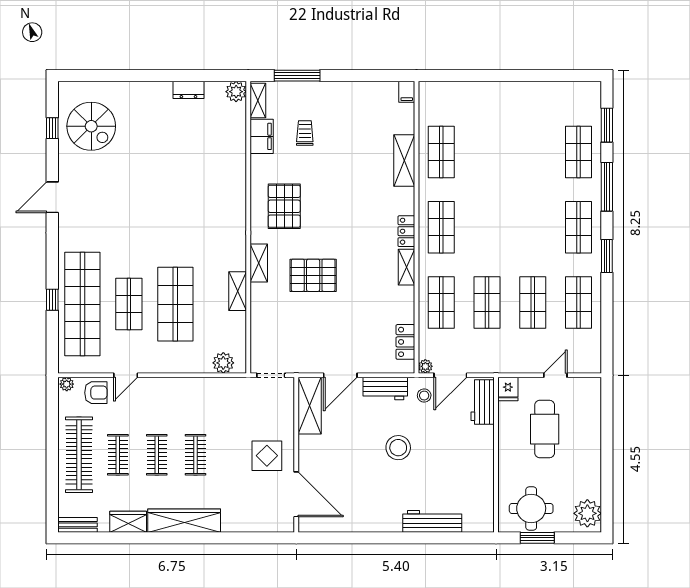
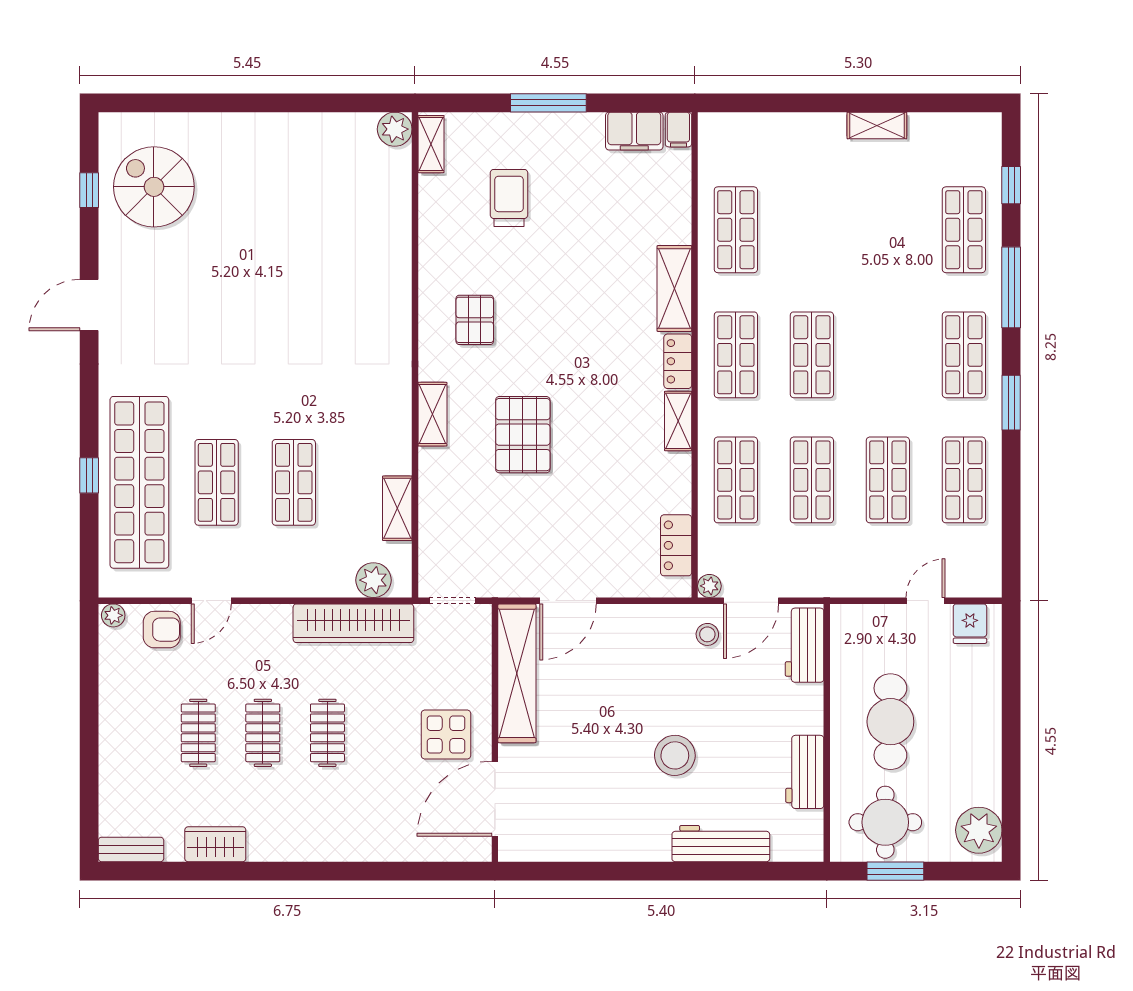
window: (297, 76) -> (548, 103), moved
shelving: (526, 89) -> (877, 125), added
dresser: (188, 90) -> (316, 126), removed
window: (607, 125) -> (1011, 185), width x0.67
spiral stairs: (91, 126) -> (154, 187), turned 180
trolley: (305, 133) -> (509, 198), width x1.36, depth x1.39
filing cabinet: (262, 136) -> (634, 131), moved, turned 90
shelving: (404, 160) -> (674, 289), moved
pallet: (284, 206) -> (475, 320), width x0.67, depth x0.71
shop shelf: (487, 227) -> (812, 355), added
pallet: (313, 275) -> (523, 435), turned 90
shelving: (238, 291) -> (397, 508), moved
shop shelf: (175, 304) -> (294, 482), width x0.70, depth x0.74
workbench: (385, 388) -> (805, 772), moved, turned 90
fridge: (508, 389) -> (970, 624), moved
shelving: (310, 406) -> (517, 673), width x1.47
cafe table: (545, 429) -> (890, 722), moved
stool: (398, 448) -> (675, 755), moved
clothes rail: (79, 455) -> (134, 733), removed
door: (296, 494) -> (495, 799), swing flipped
wardrobe: (184, 521) -> (353, 623), moved, turned 180

